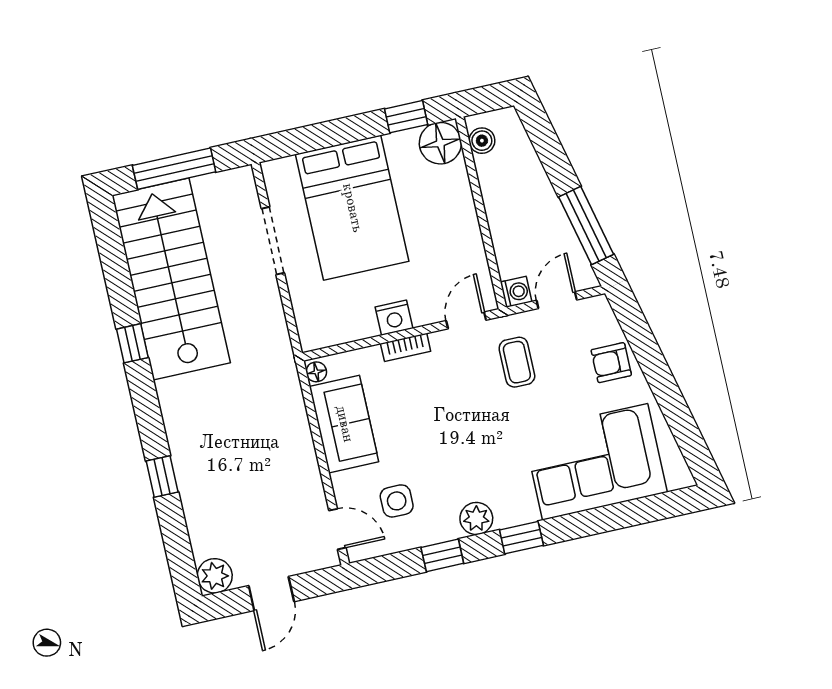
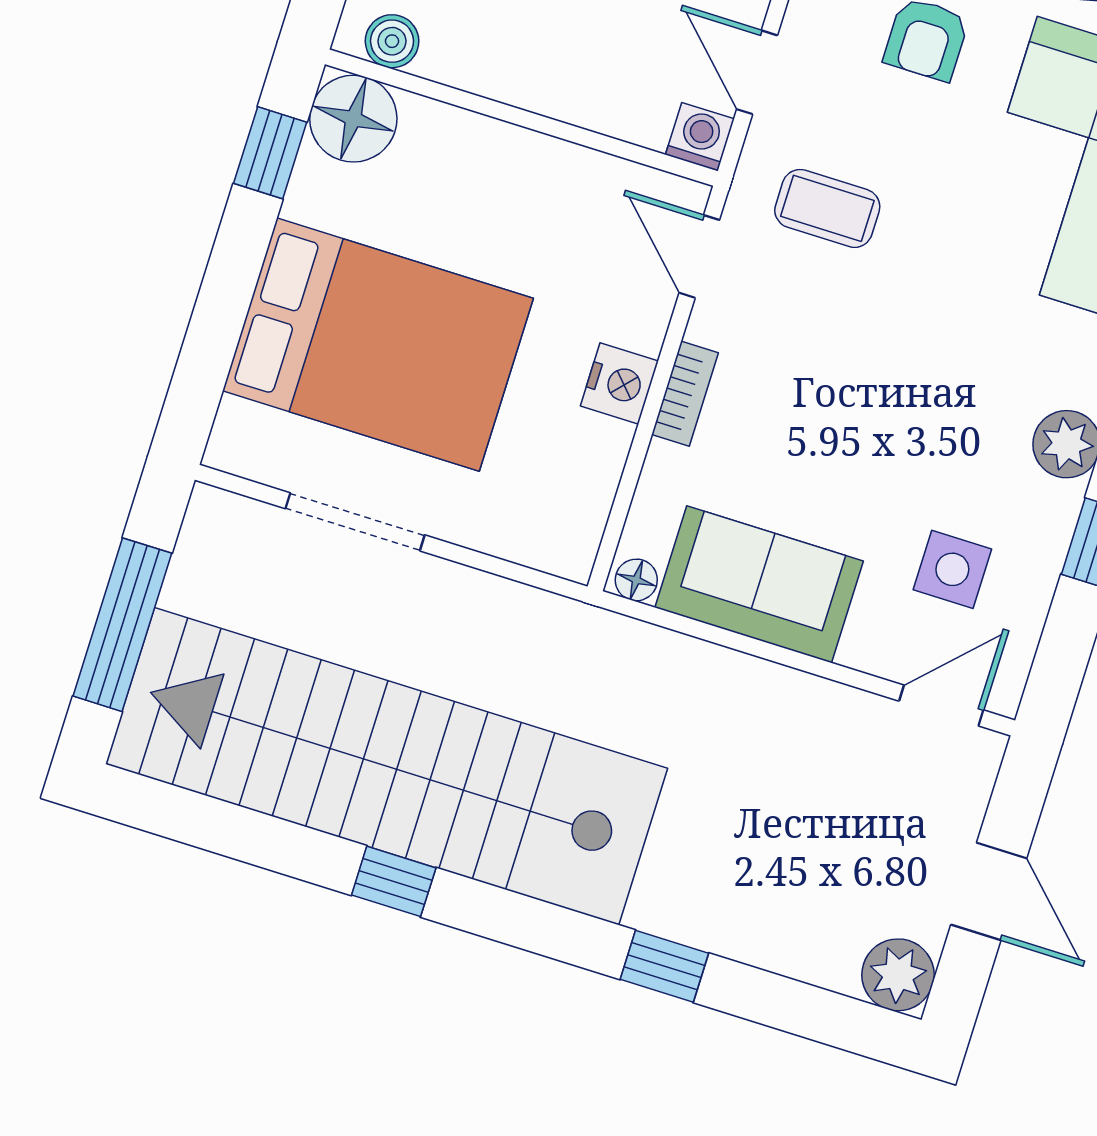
stairs: (171, 279) -> (387, 766), width x1.36

